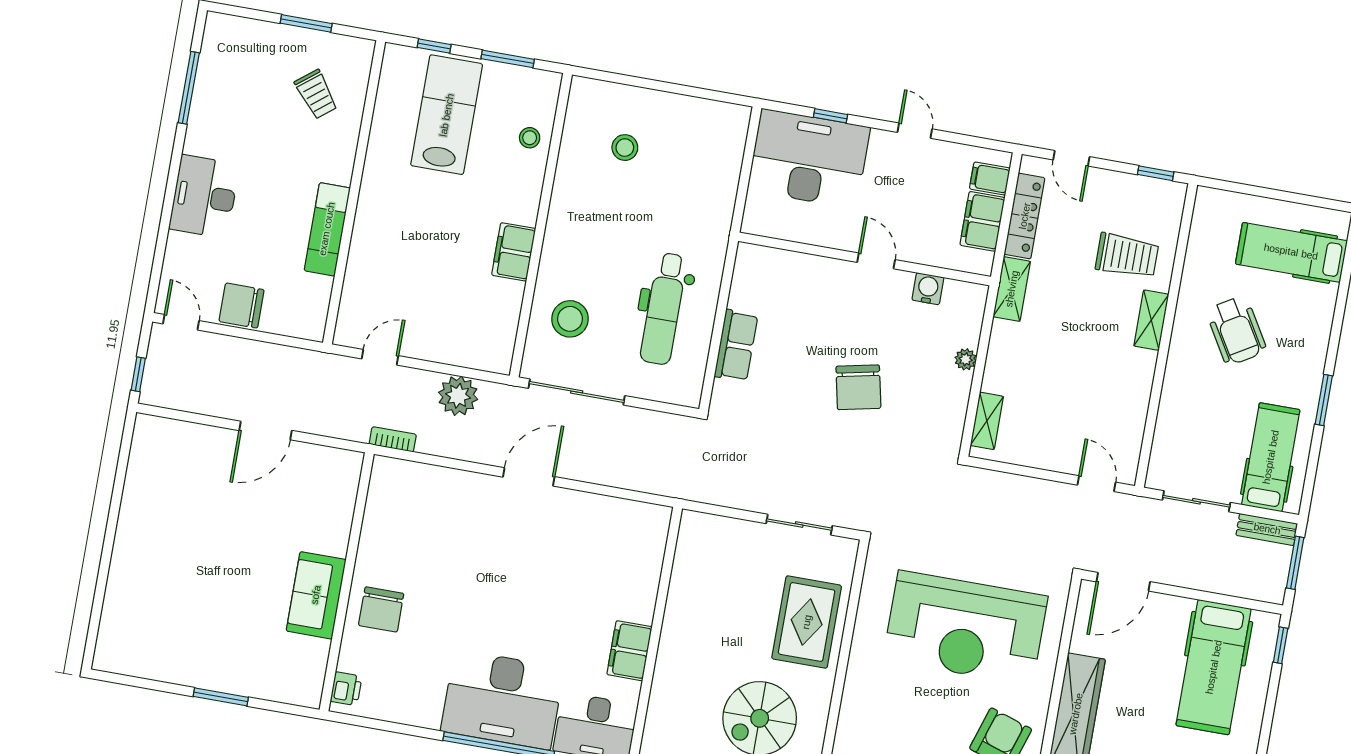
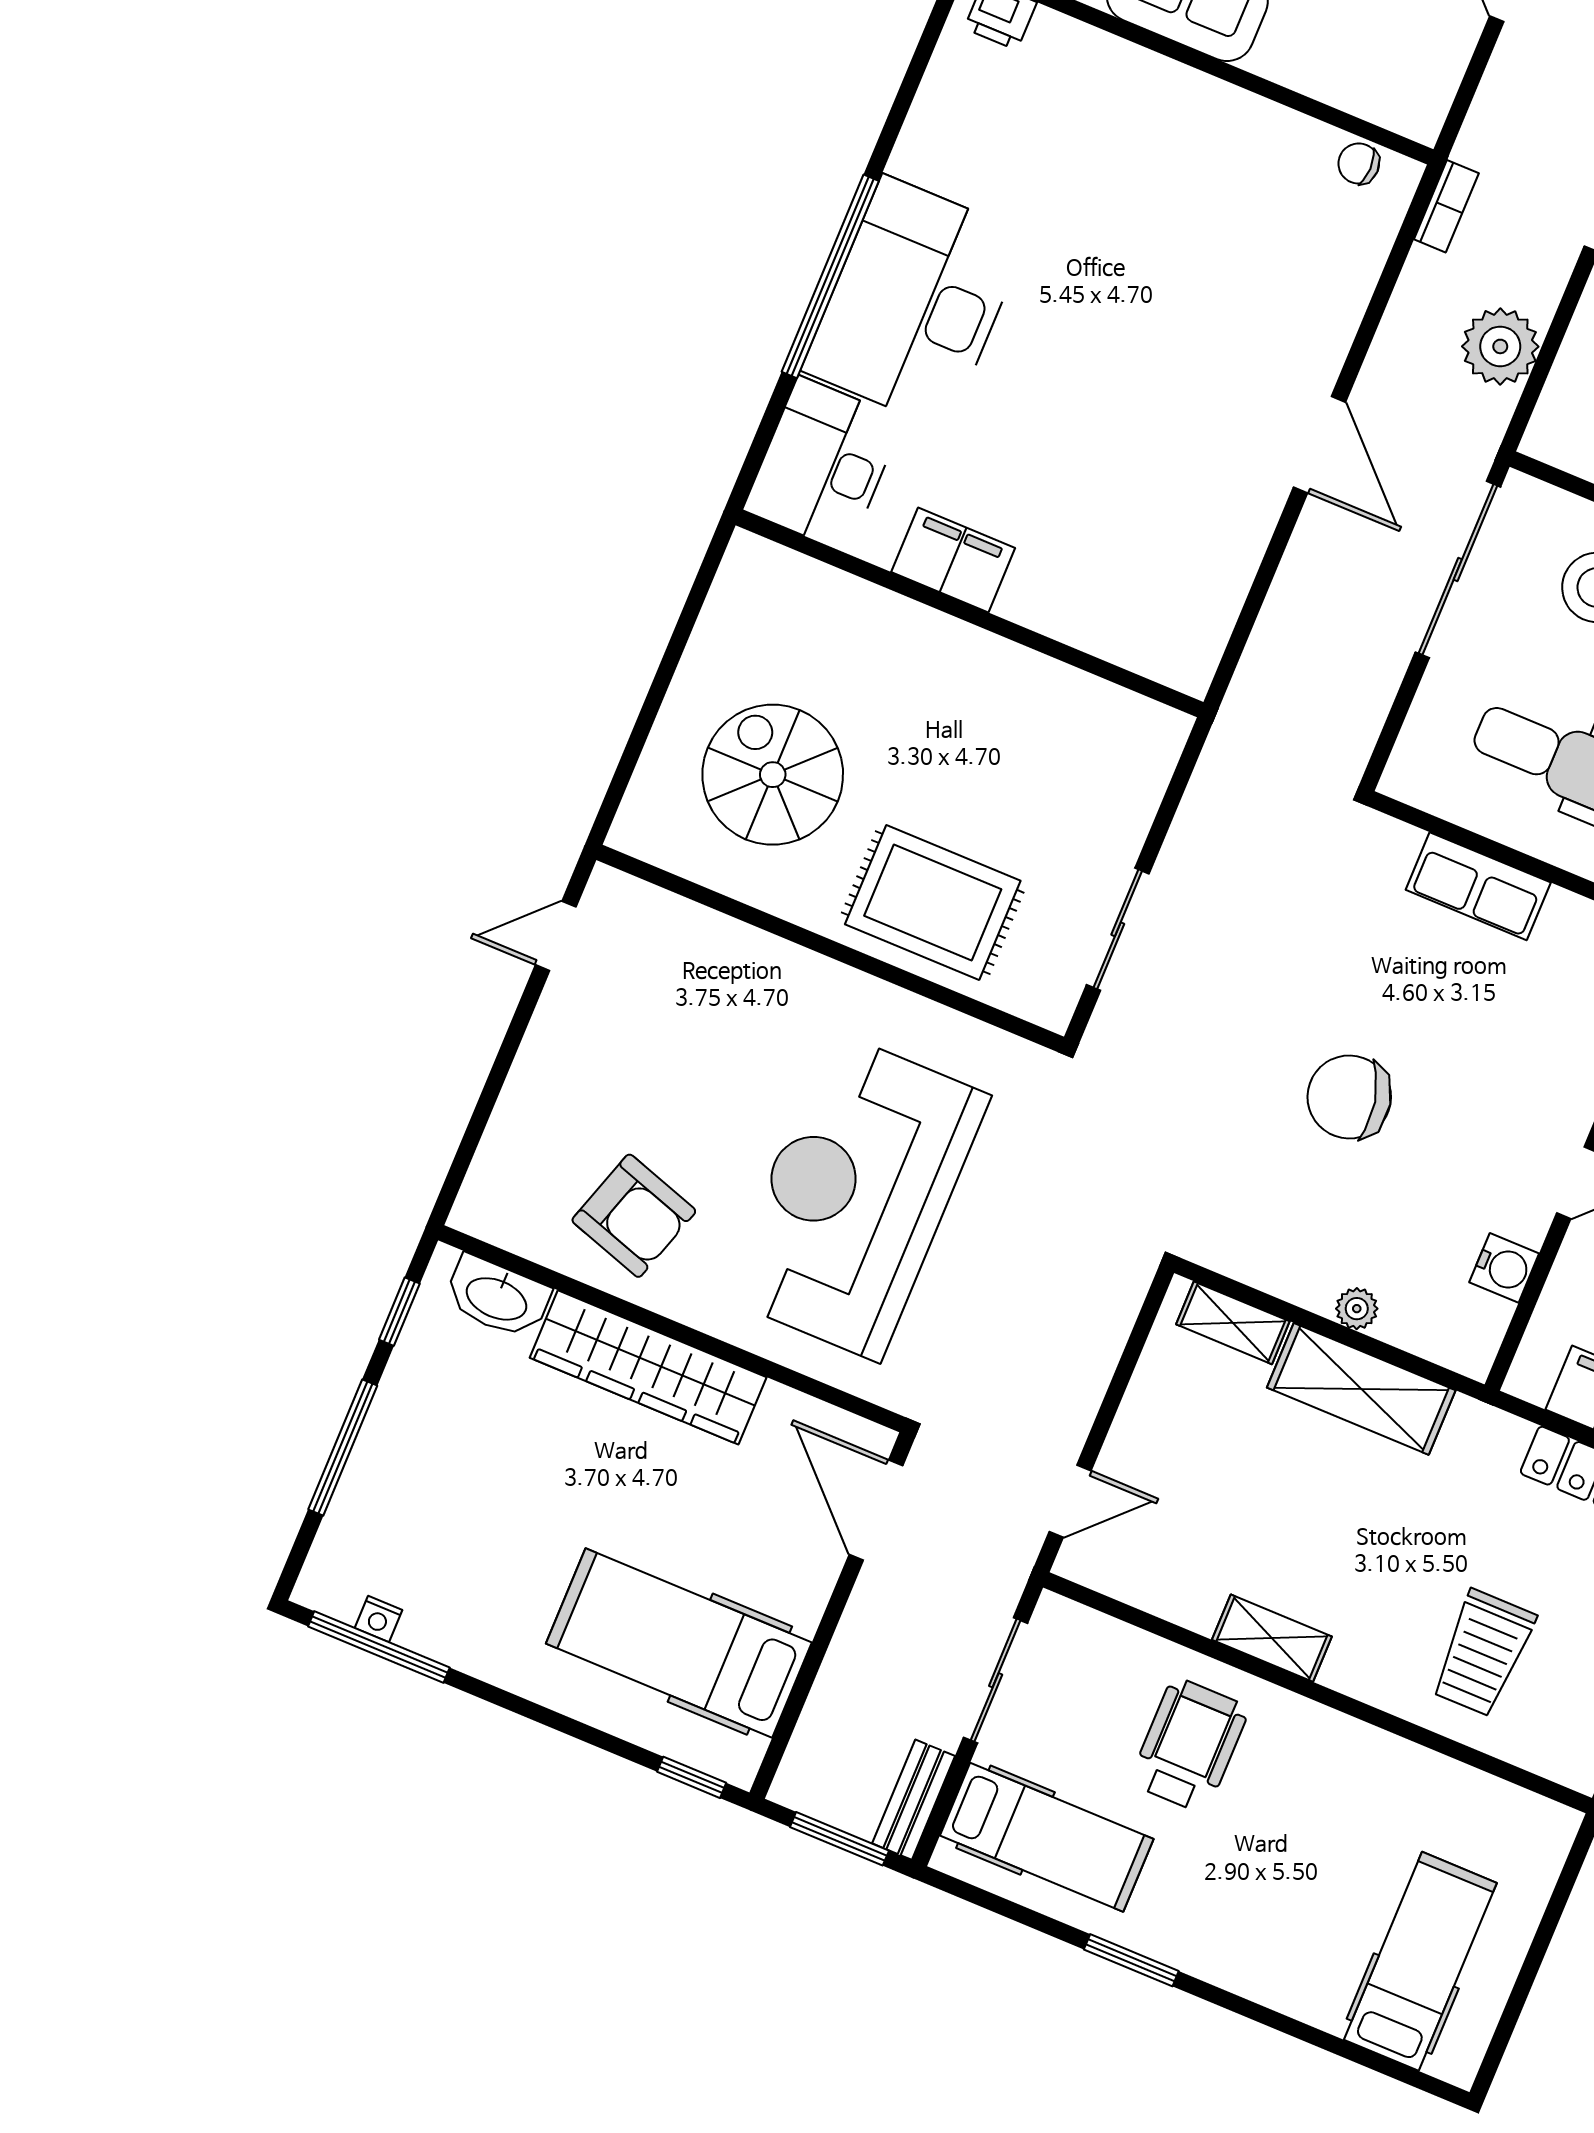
shelving: (1012, 289) -> (1361, 1389), moved, width x1.50, depth x1.33
shelving: (1151, 320) -> (1272, 1638), moved
wheelchair: (1236, 330) -> (1189, 1745), moved, turned 121
chair: (381, 609) -> (1359, 164), moved, width x0.54, depth x0.54

